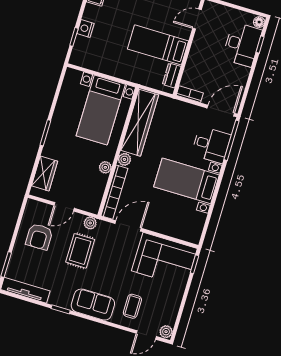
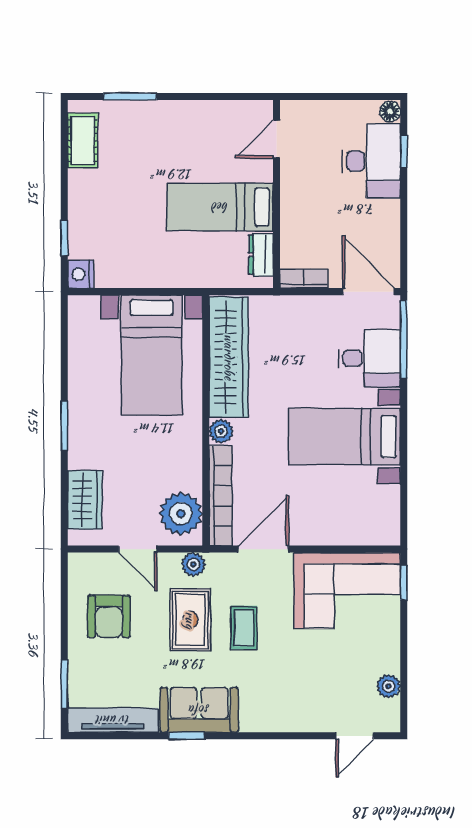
nightstand: (85, 29) -> (81, 274), moved
door: (221, 111) -> (368, 292), hinge flipped
plant: (105, 167) -> (181, 514), moved, width x1.88, depth x1.88
door: (64, 207) -> (138, 549), hinge flipped
sofa: (93, 305) -> (199, 710), moved
coffee table: (132, 306) -> (244, 628), moved
plant: (166, 332) -> (389, 686), moved

